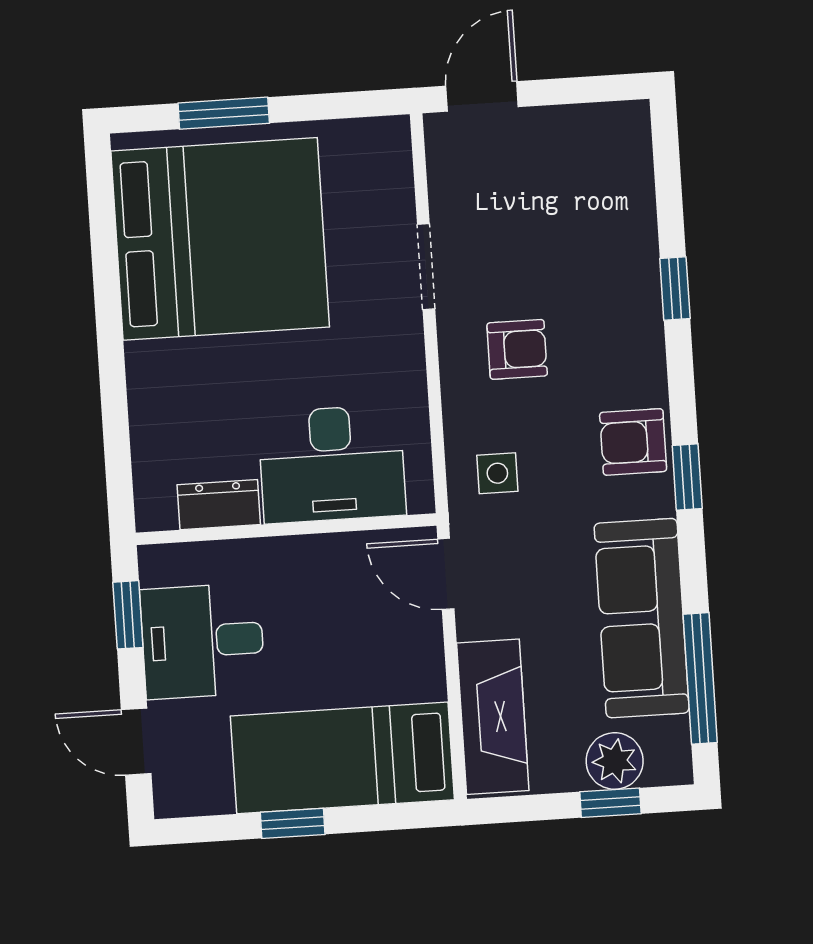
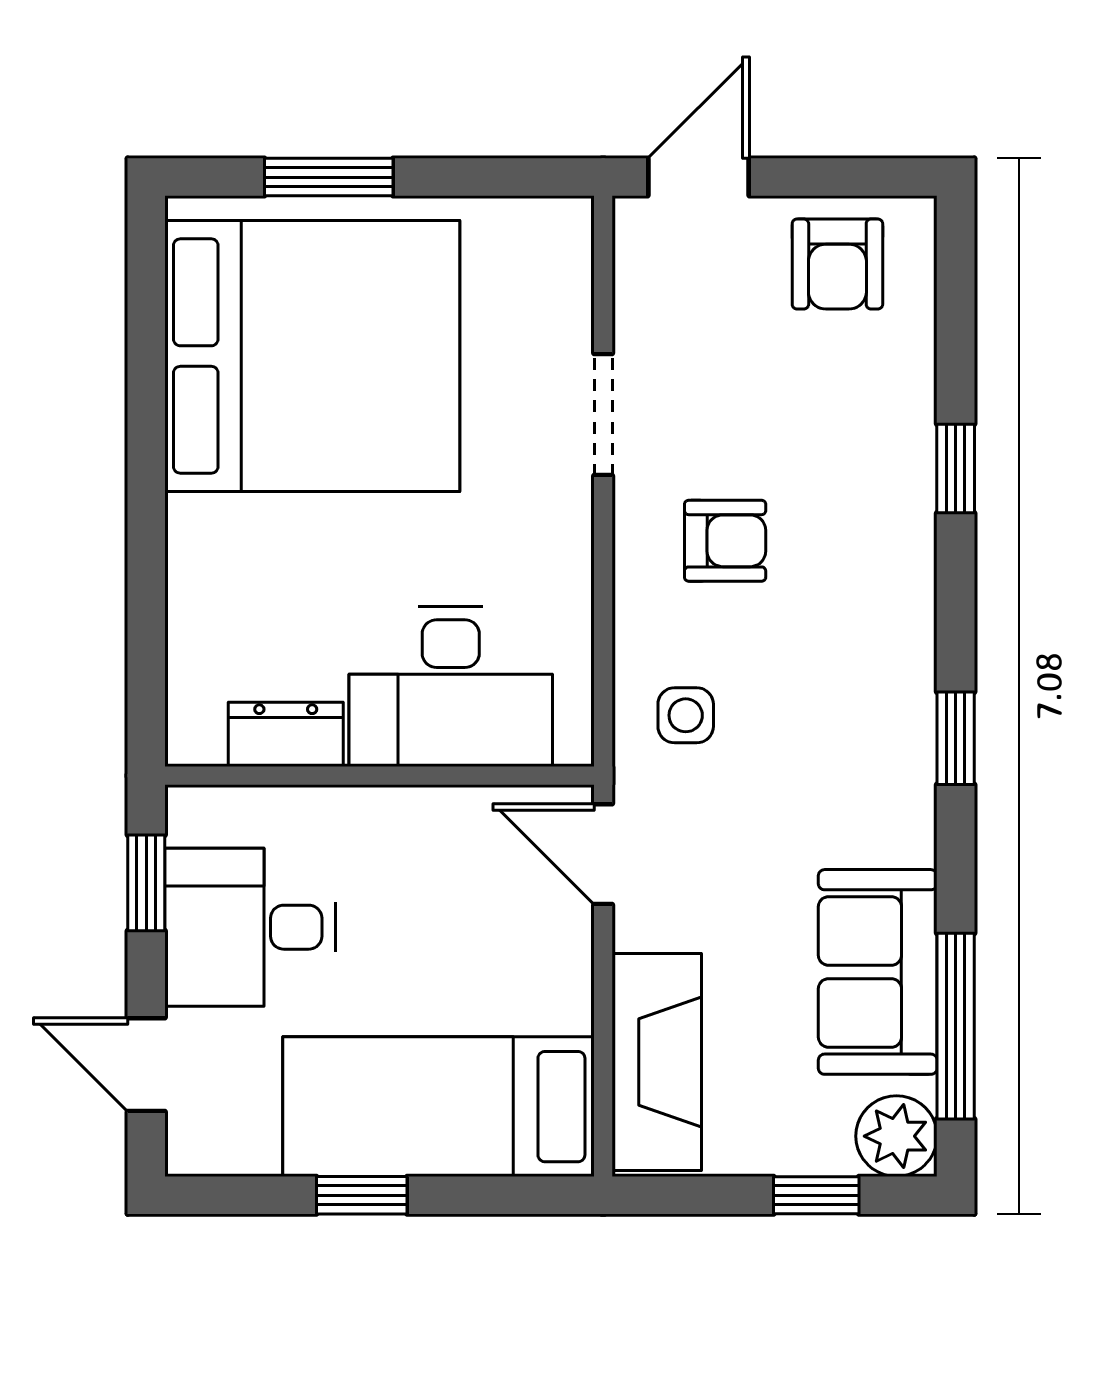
armchair: (633, 442) -> (837, 264), moved, turned -90
sofa: (642, 618) -> (878, 972), width x0.73
plant: (615, 761) -> (896, 1136), moved

